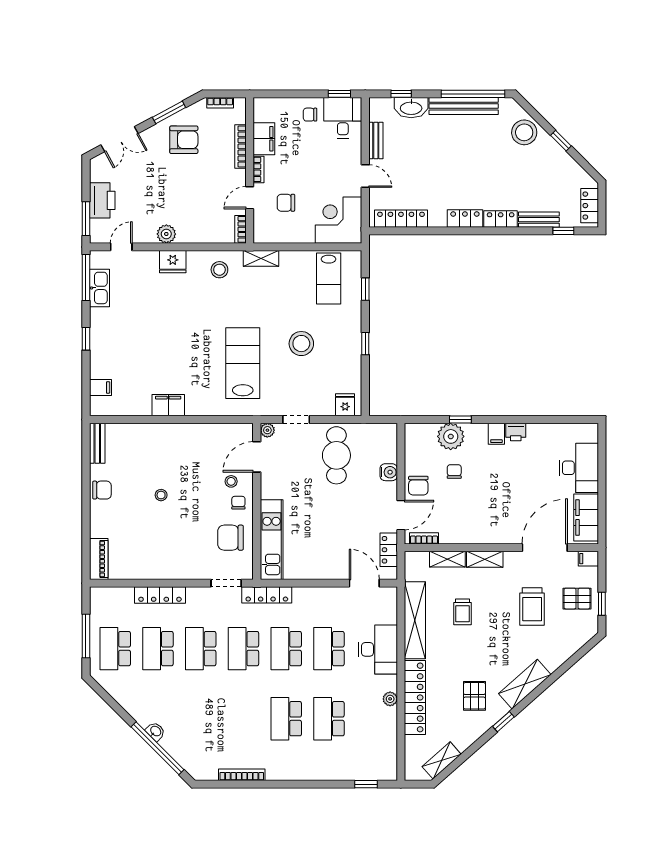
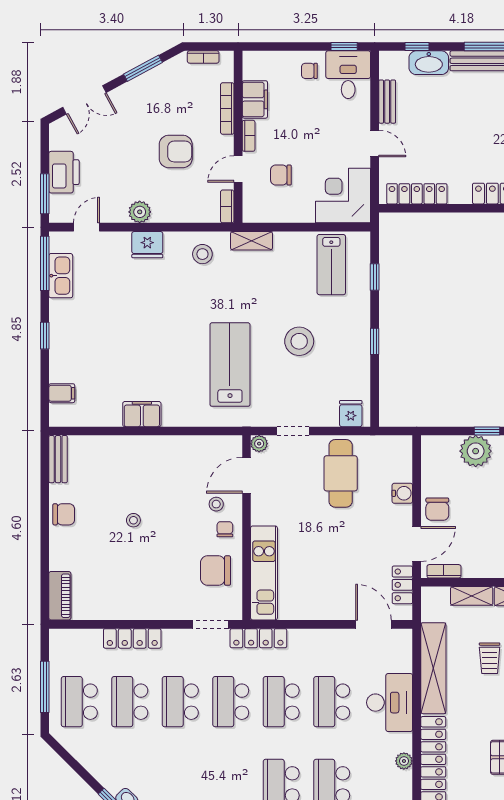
armchair: (184, 140) -> (176, 151), moved
chair: (454, 472) -> (480, 492), removed

